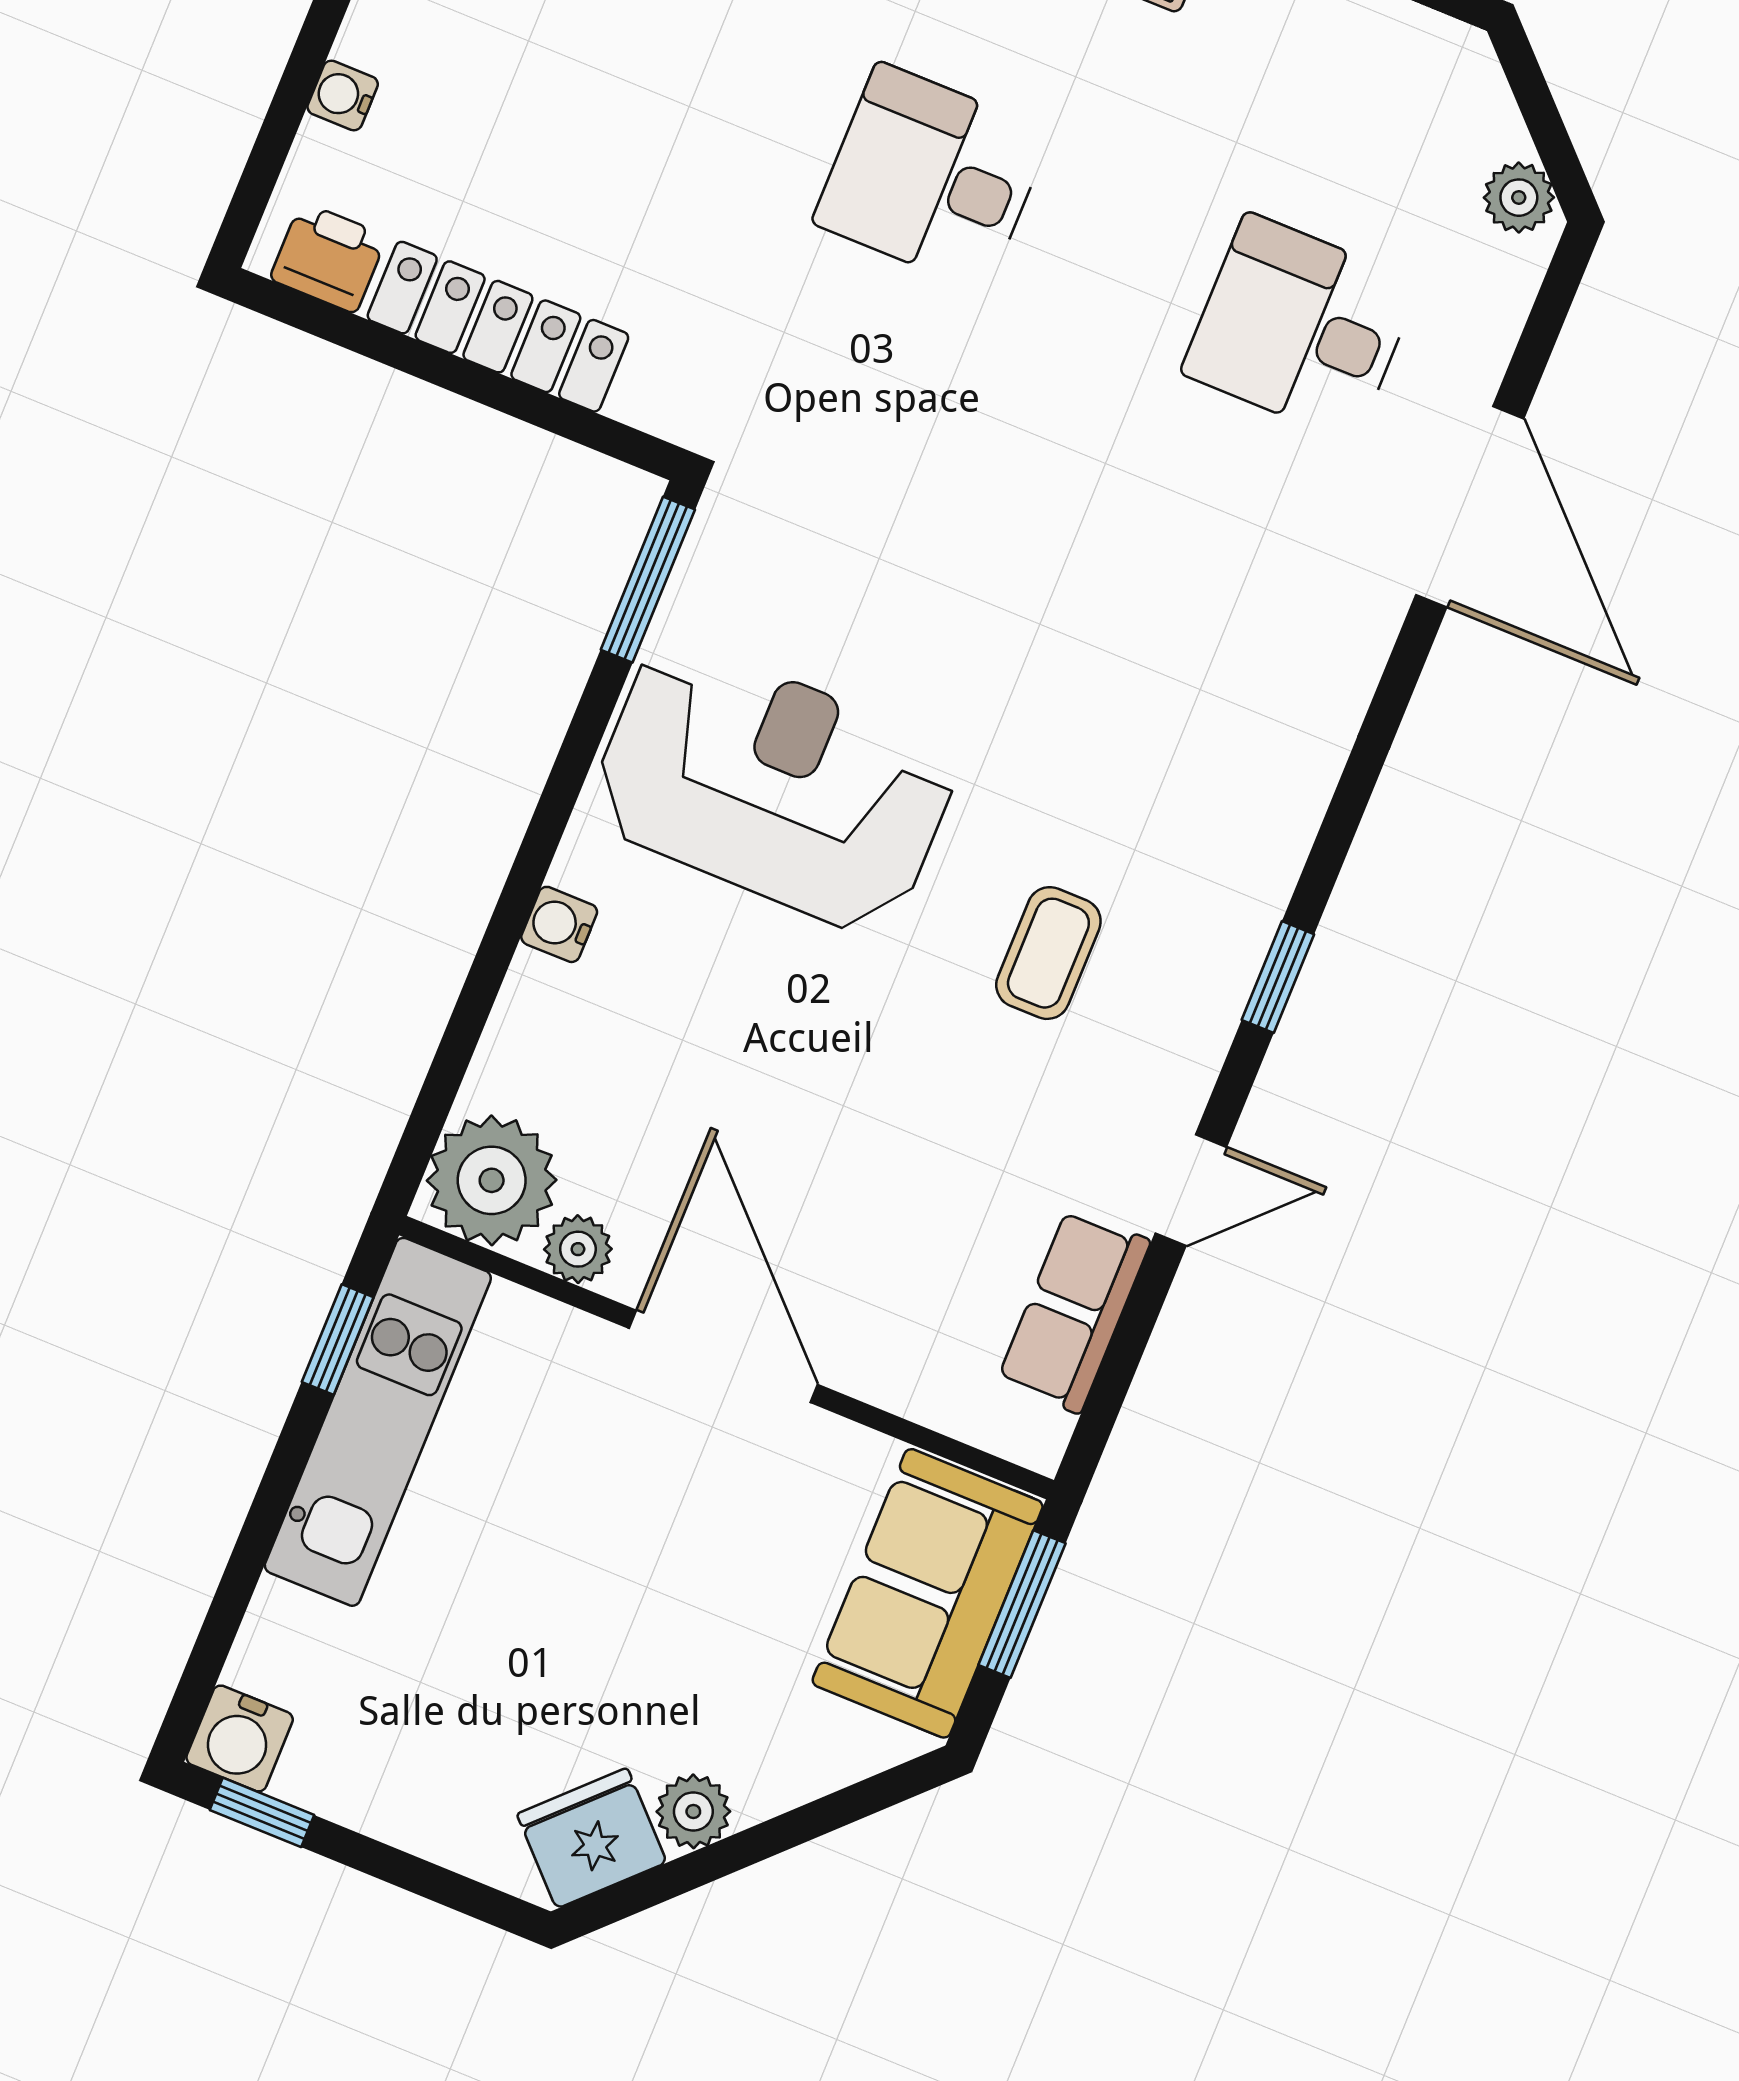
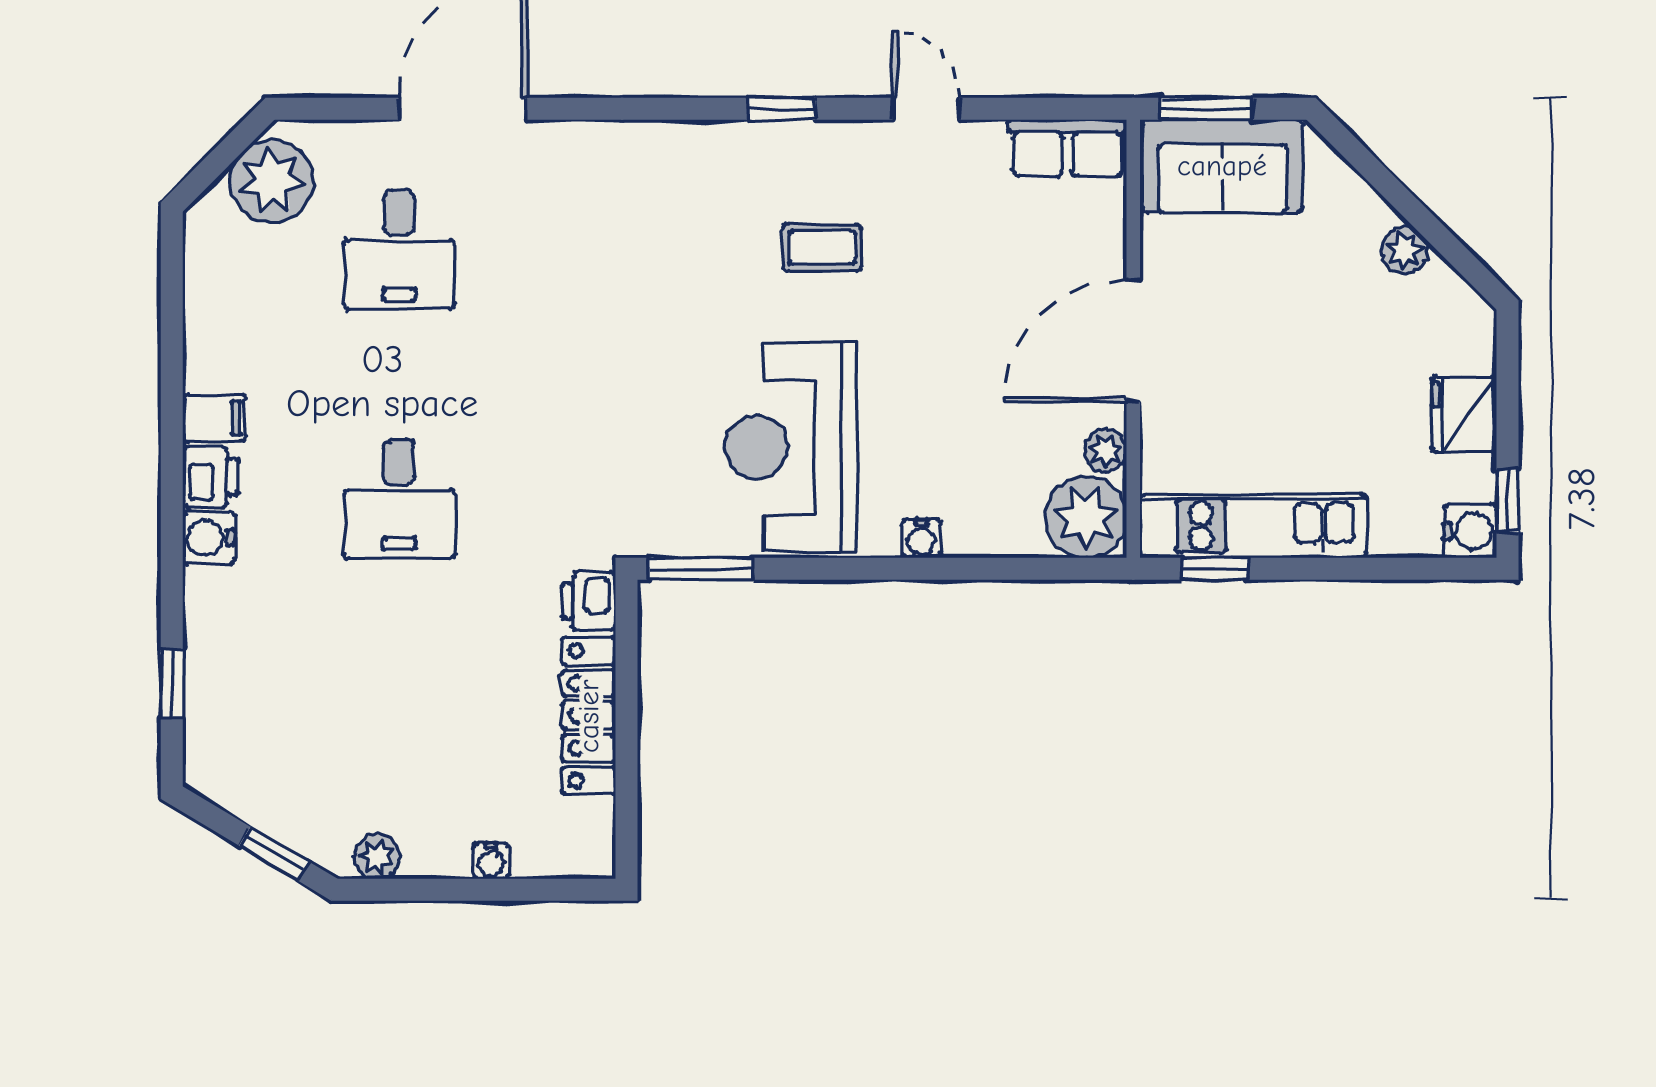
plant: (1519, 198) -> (272, 181), width x1.87, depth x1.87
printer: (328, 258) -> (589, 601), moved
row of seats: (1074, 1311) -> (1067, 148), moved
fridge: (592, 1838) -> (1464, 414), moved, turned 45

